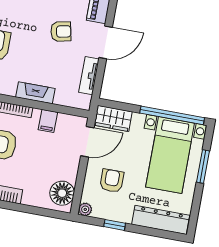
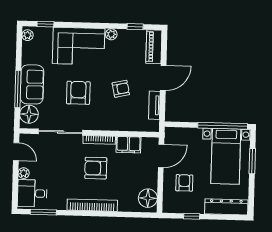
armchair: (61, 32) -> (121, 89), moved
fireplace: (35, 93) -> (116, 125), removed
wardrobe: (113, 118) -> (178, 135), removed
filing cabinet: (48, 121) -> (128, 145), width x2.00
plant: (85, 209) -> (167, 208), removed

